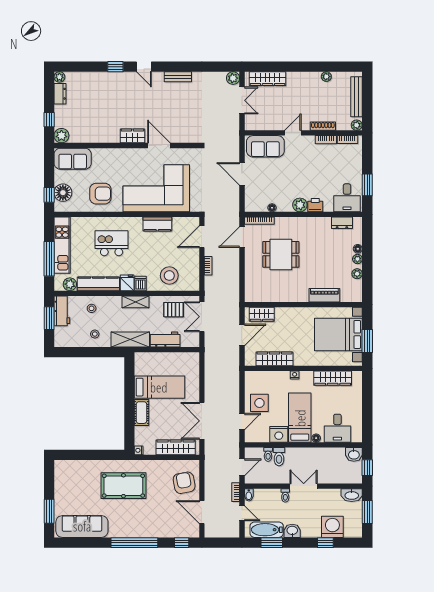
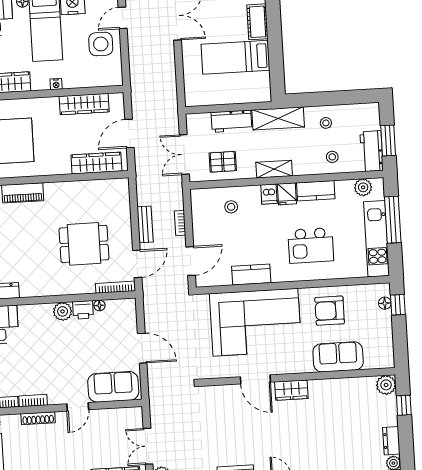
sofa: (73, 159) -> (338, 357), moved
floor lamp: (63, 193) -> (385, 303), width x0.53, depth x0.53
printer: (315, 205) -> (83, 310), moved
bench: (234, 266) -> (145, 224), added
stool: (169, 276) -> (231, 207), width x0.53, depth x0.53
kitchen counter: (98, 284) -> (316, 191), width x0.67
wardrobe: (262, 314) -> (96, 163), width x1.50
double door: (202, 317) -> (184, 154), swing flipped

